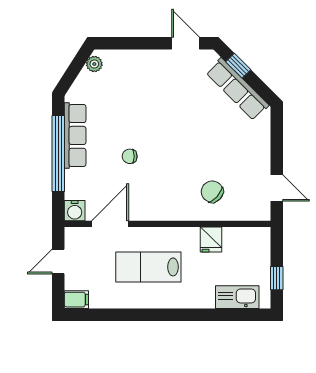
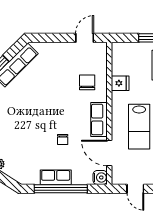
row of seats: (75, 135) -> (56, 177), width x0.68
chair: (212, 192) -> (87, 82), turned 138
row of seats: (159, 209) -> (99, 120), added

